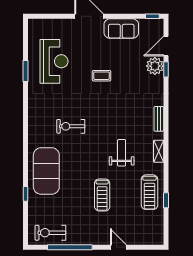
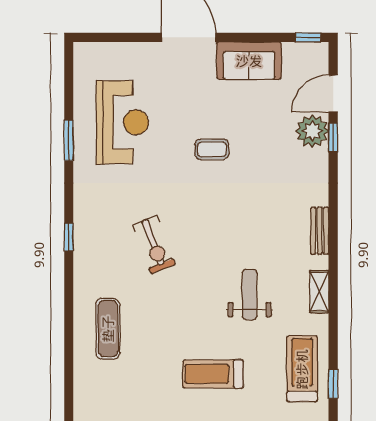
exercise bike: (71, 126) -> (154, 245), turned -111
exercise mat: (46, 171) -> (108, 329), width x0.50, depth x0.69
treadmill: (149, 192) -> (302, 369), turned 180
window: (26, 194) -> (69, 237), moved
treadmill: (102, 195) -> (213, 374), turned 90

